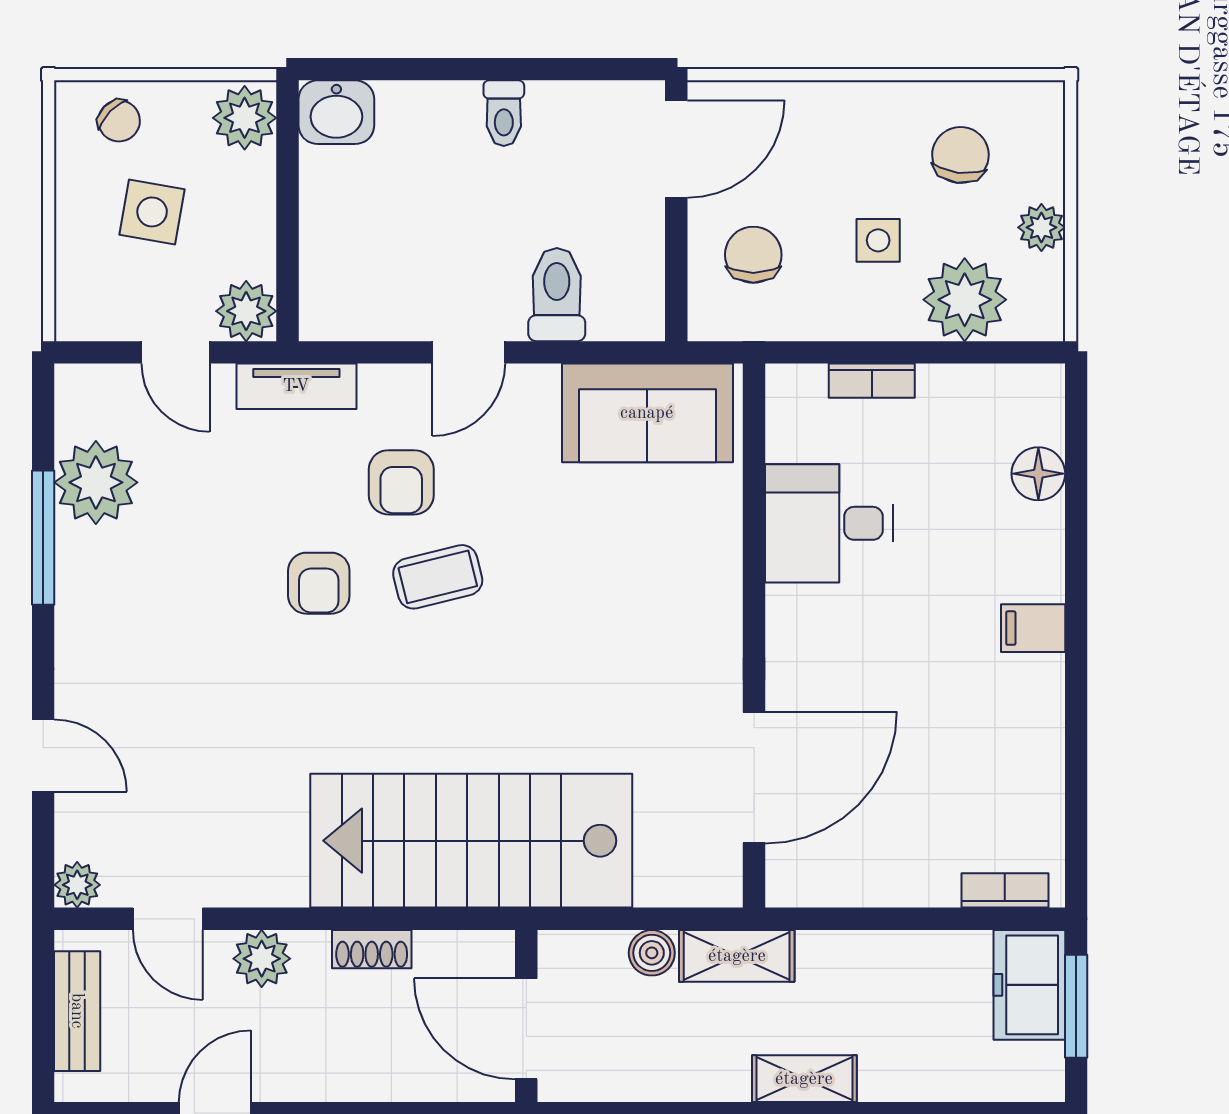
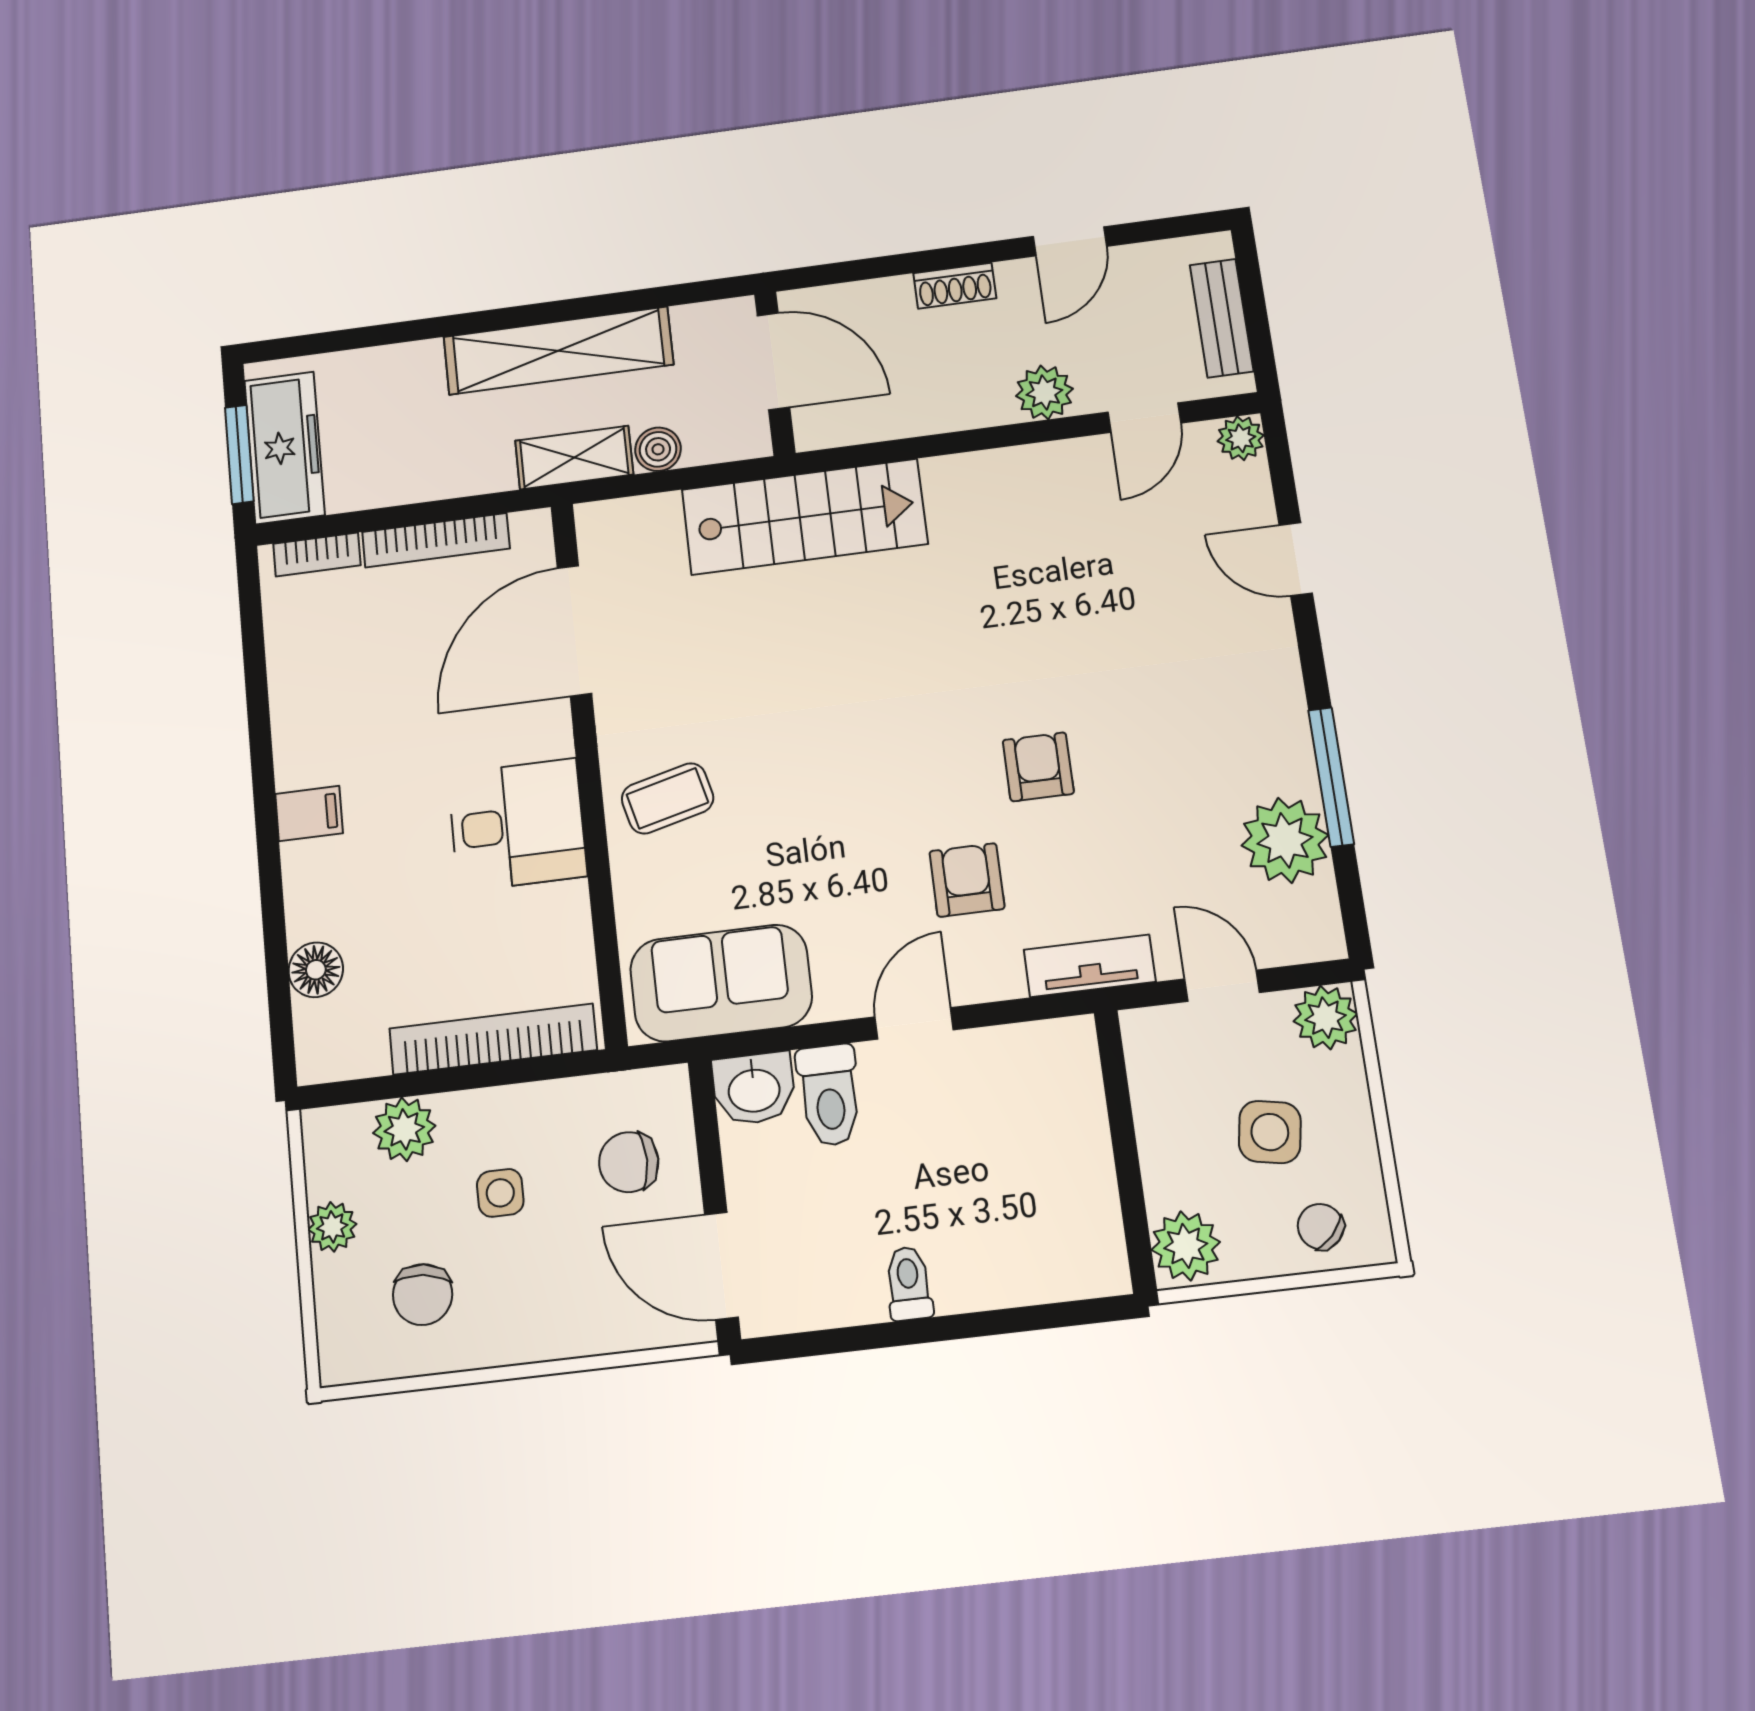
washbasin: (336, 112) -> (754, 1089), moved, turned 180
door: (676, 149) -> (721, 1266), hinge flipped
chair: (753, 255) -> (629, 1162), turned 90
plant: (965, 300) -> (404, 1129), width x0.73, depth x0.73
plant: (246, 311) -> (1325, 1018), moved
bookcase: (872, 381) -> (493, 1039), width x2.31, depth x1.31
desk: (829, 523) -> (517, 825), moved
coffee table: (438, 577) -> (668, 798), moved
stairs: (471, 841) -> (804, 517), width x0.73, depth x0.66
bookcase: (884, 889) -> (436, 540), added
door: (168, 919) -> (1144, 418), swing flipped
shoe rack: (372, 949) -> (955, 286), moved, turned 180
freezer: (1029, 985) -> (285, 448), width x1.40
shelving: (804, 1079) -> (558, 351), width x2.20, depth x1.33

